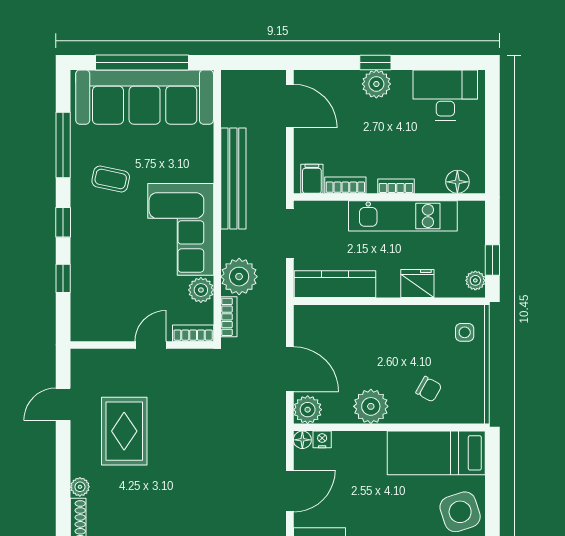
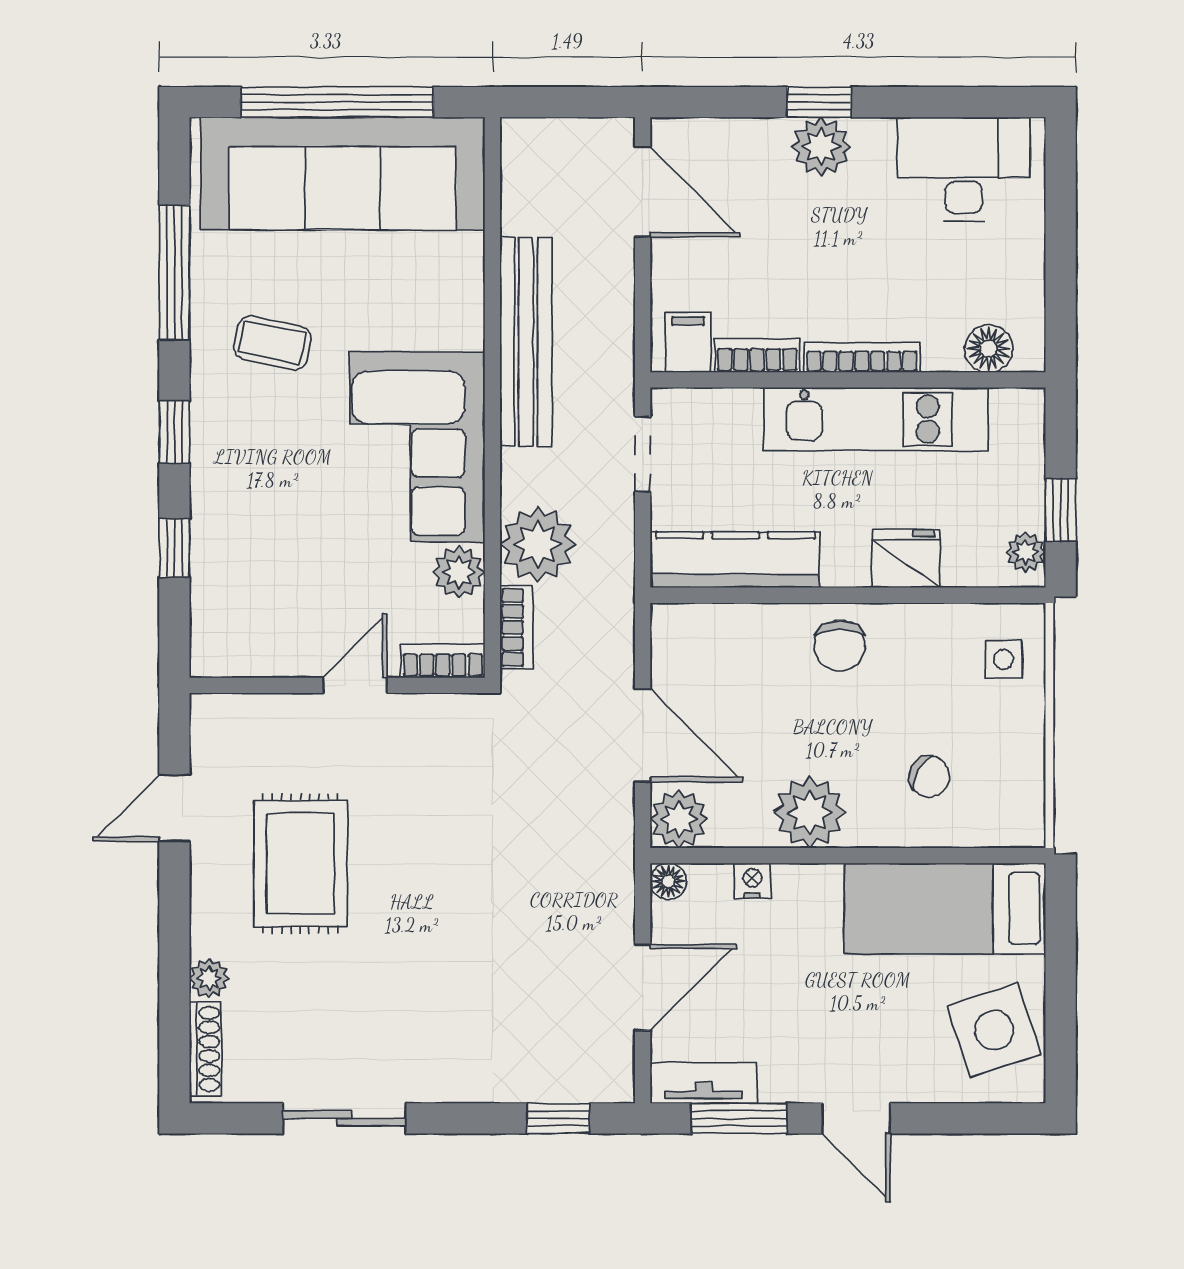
bookcase: (396, 186) -> (862, 358), width x1.56
doorway: (290, 233) -> (643, 454), width x0.73
chair: (385, 326) -> (840, 646), added
nightstand: (322, 439) -> (752, 881), moved

